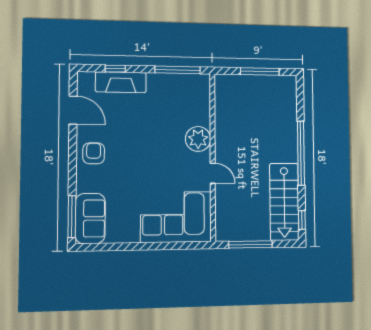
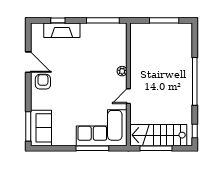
door: (73, 110) -> (28, 62), moved
plant: (198, 139) -> (122, 71), width x0.53, depth x0.53
door: (213, 173) -> (128, 96), swing flipped
stairs: (284, 202) -> (158, 135), moved, turned 90
window: (163, 246) -> (92, 148), added

